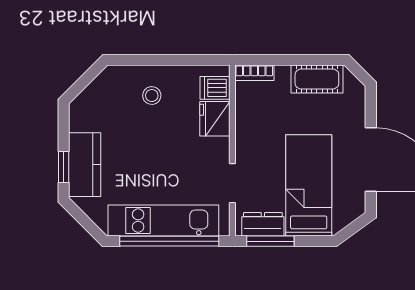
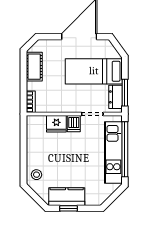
dishwasher: (215, 88) -> (74, 124), moved
stool: (152, 96) -> (37, 175), moved
kitchen counter: (85, 165) -> (67, 197), moved
window: (64, 167) -> (68, 208), moved

